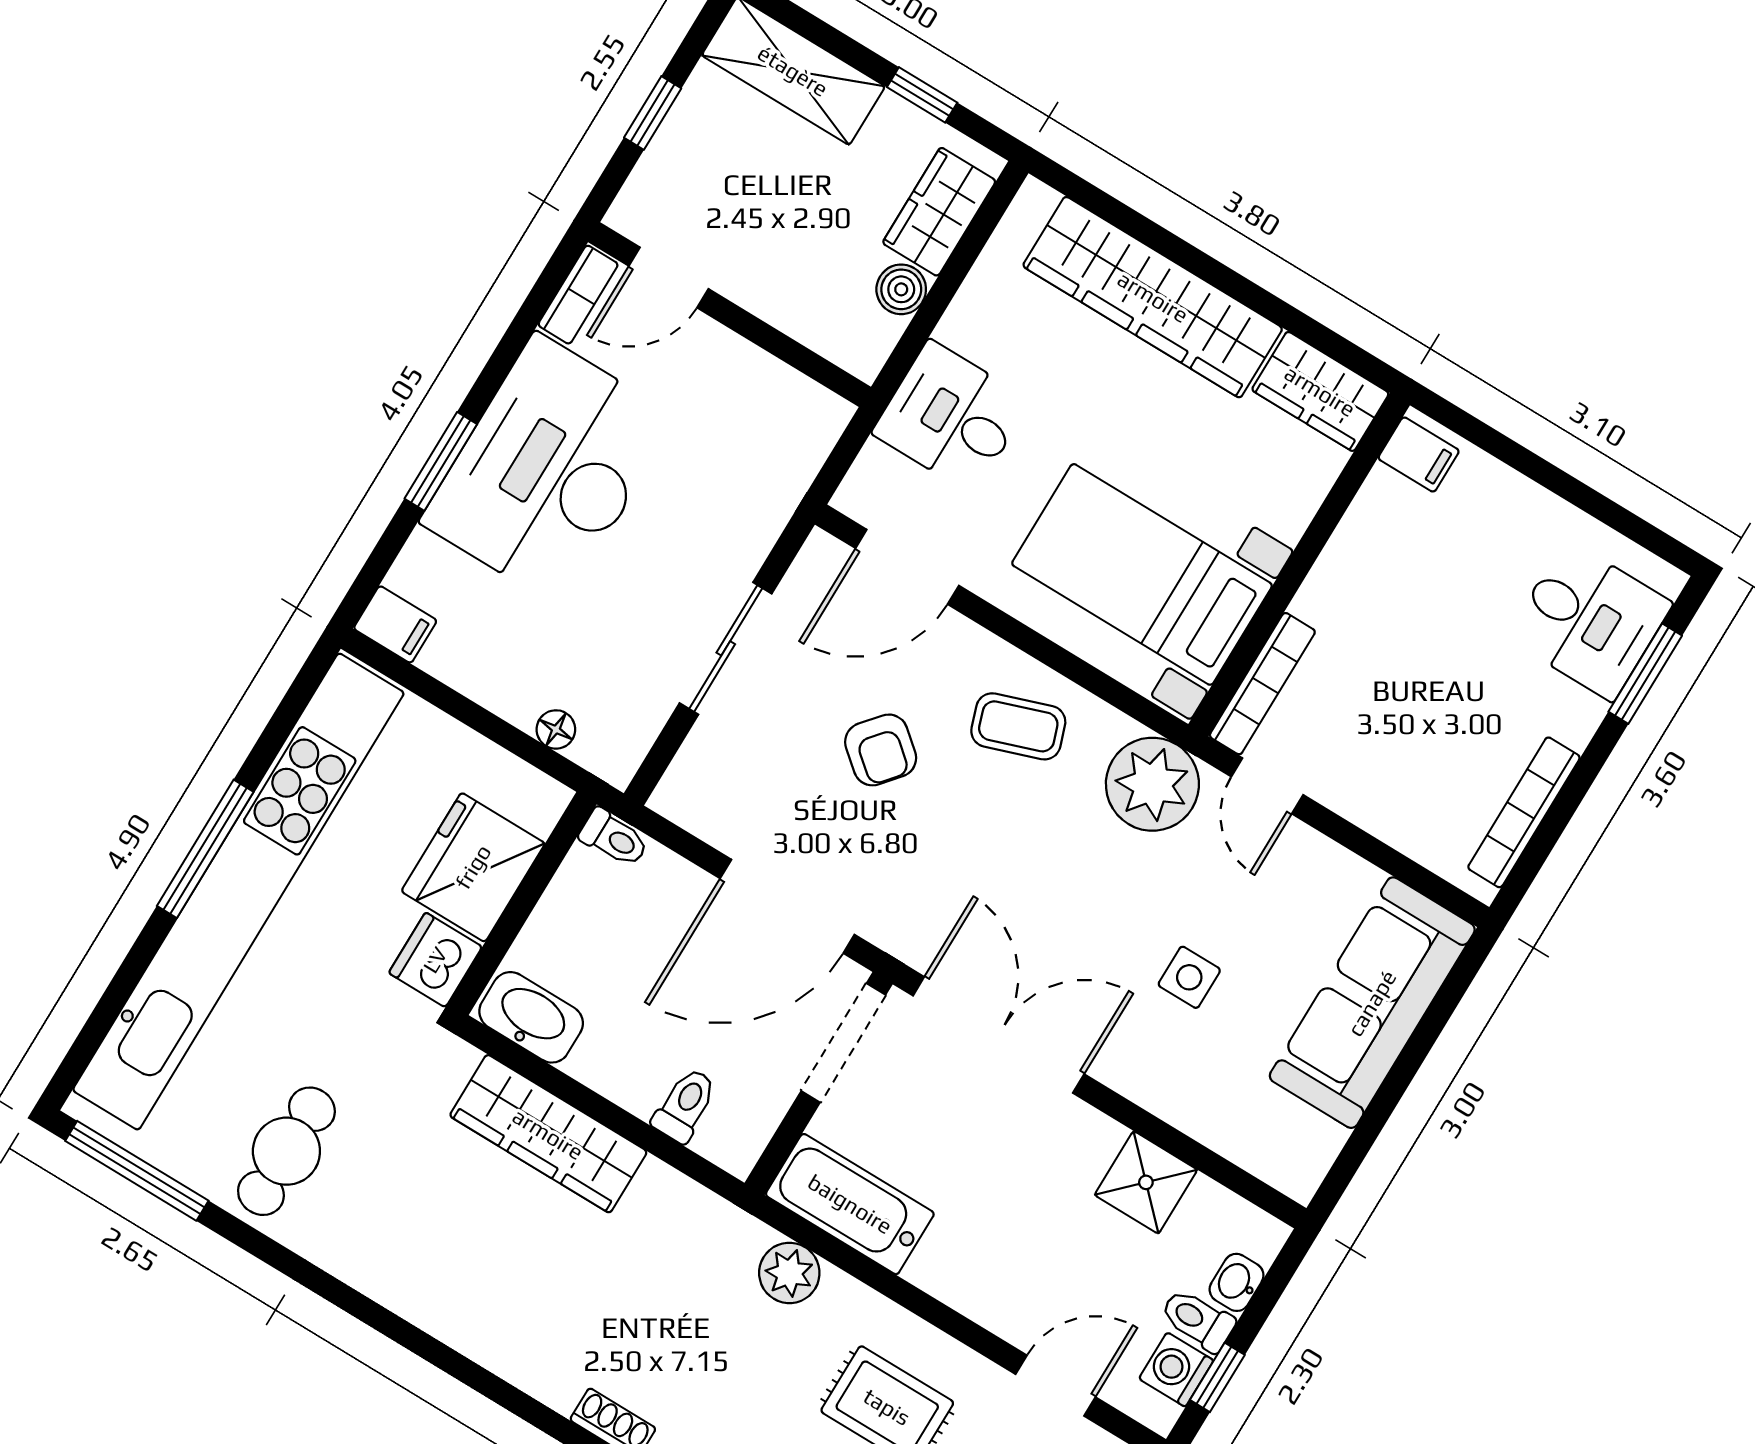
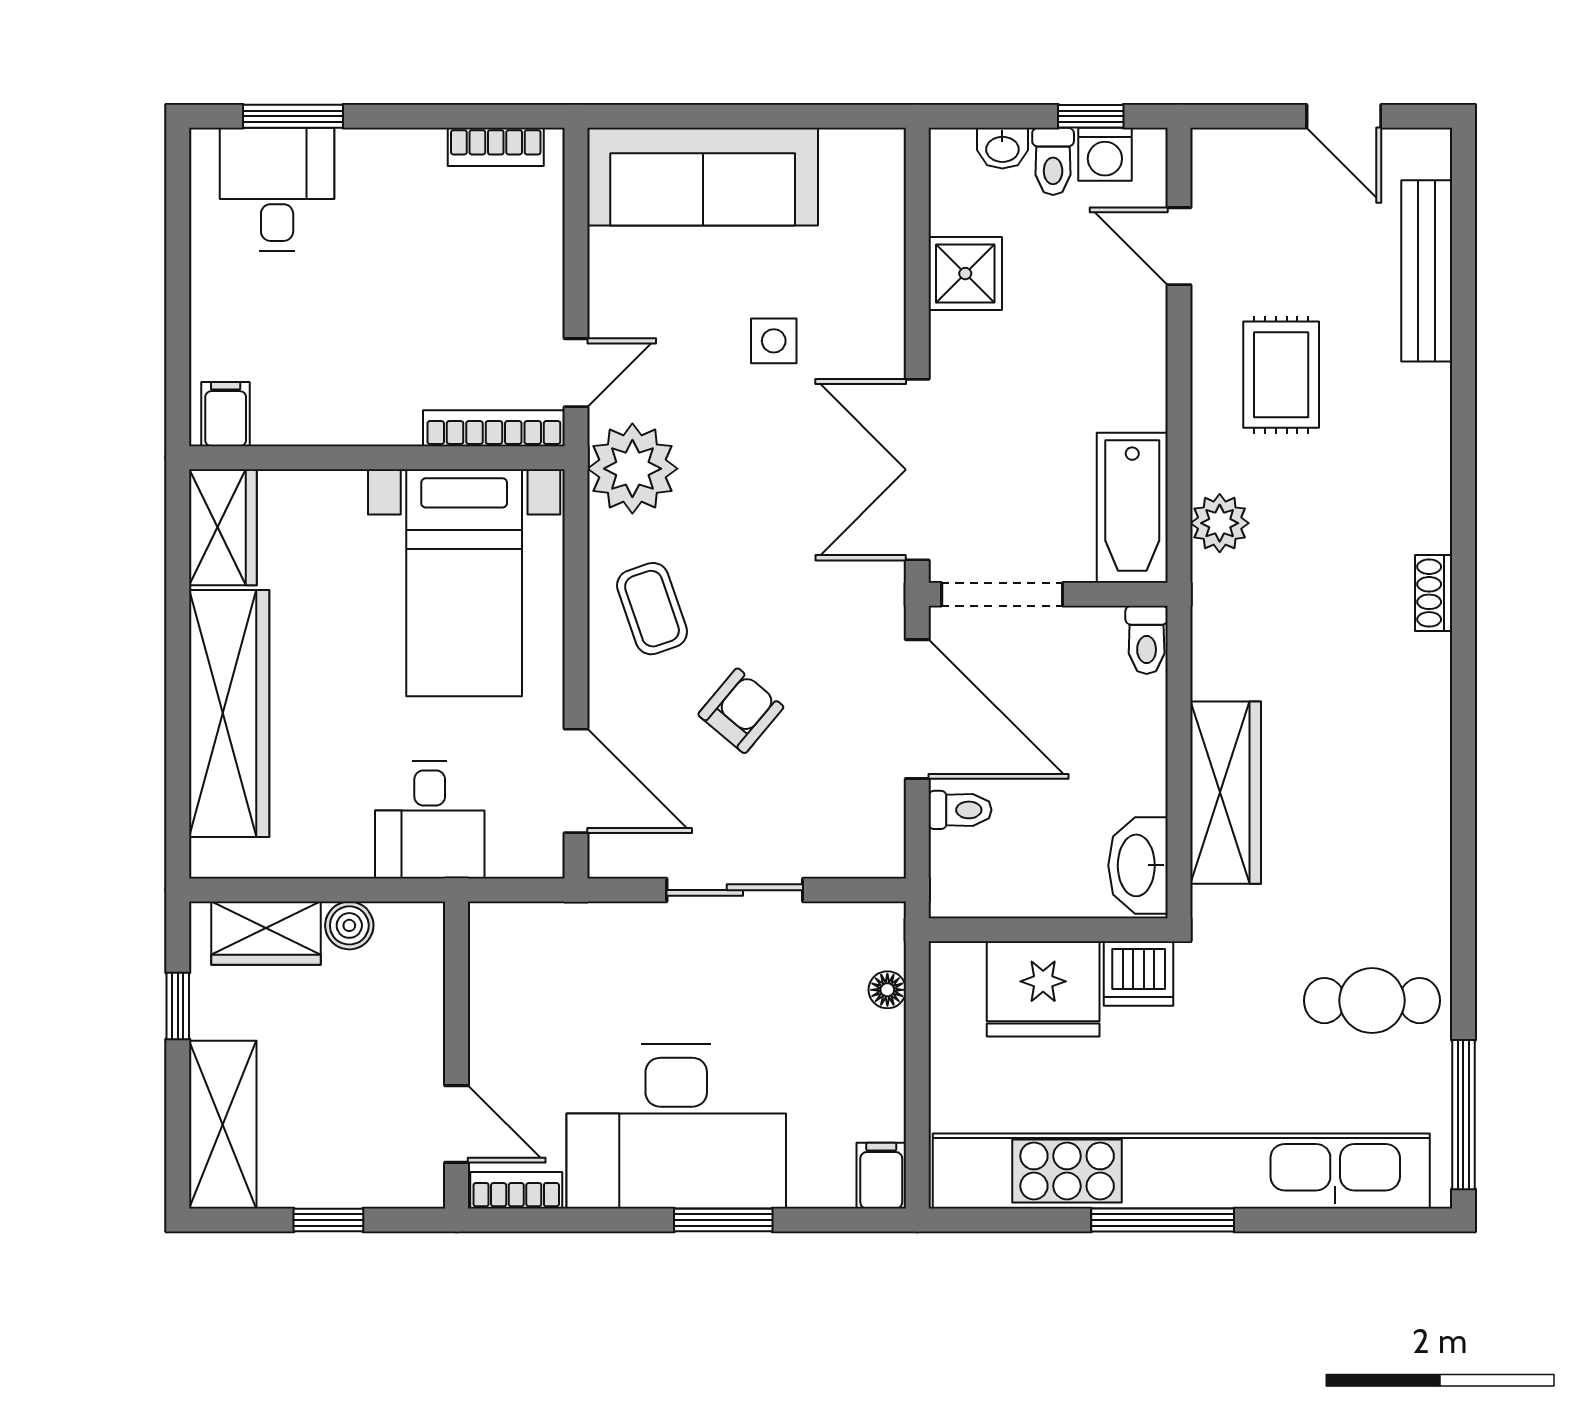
bookcase: (1524, 812) -> (496, 147), width x0.64
toilet: (614, 838) -> (960, 810), moved, turned 90
toilet: (685, 1105) -> (1147, 640), moved, turned -90

